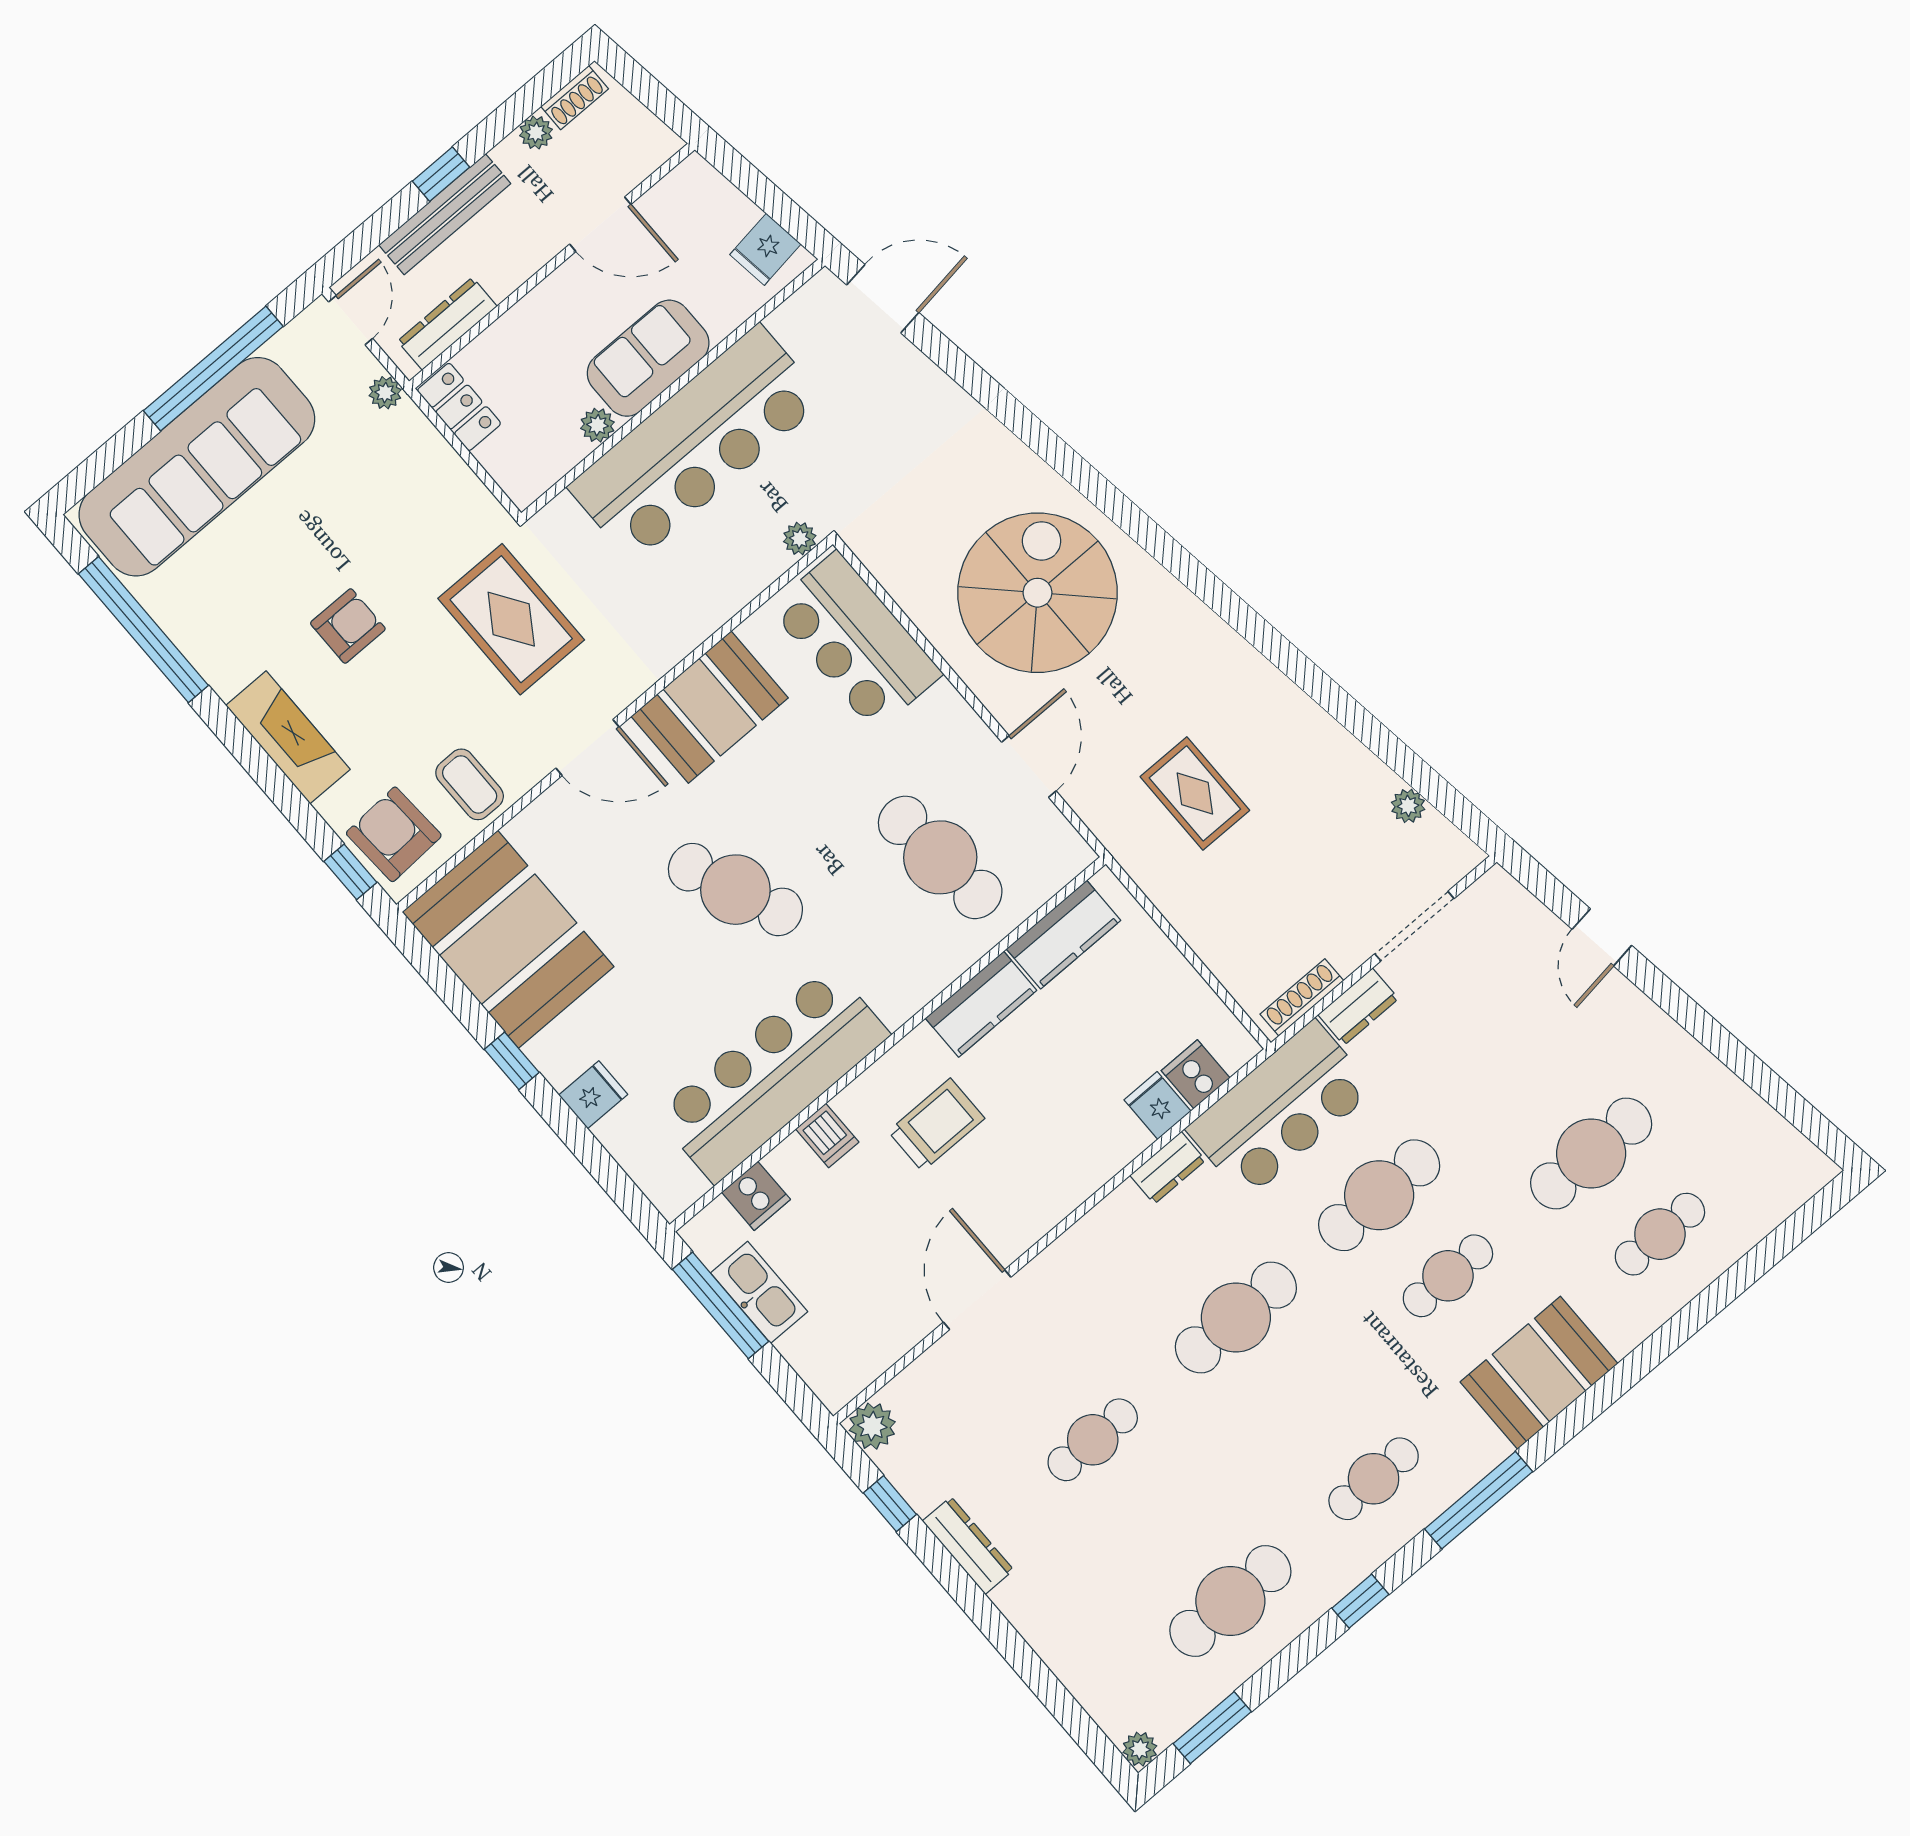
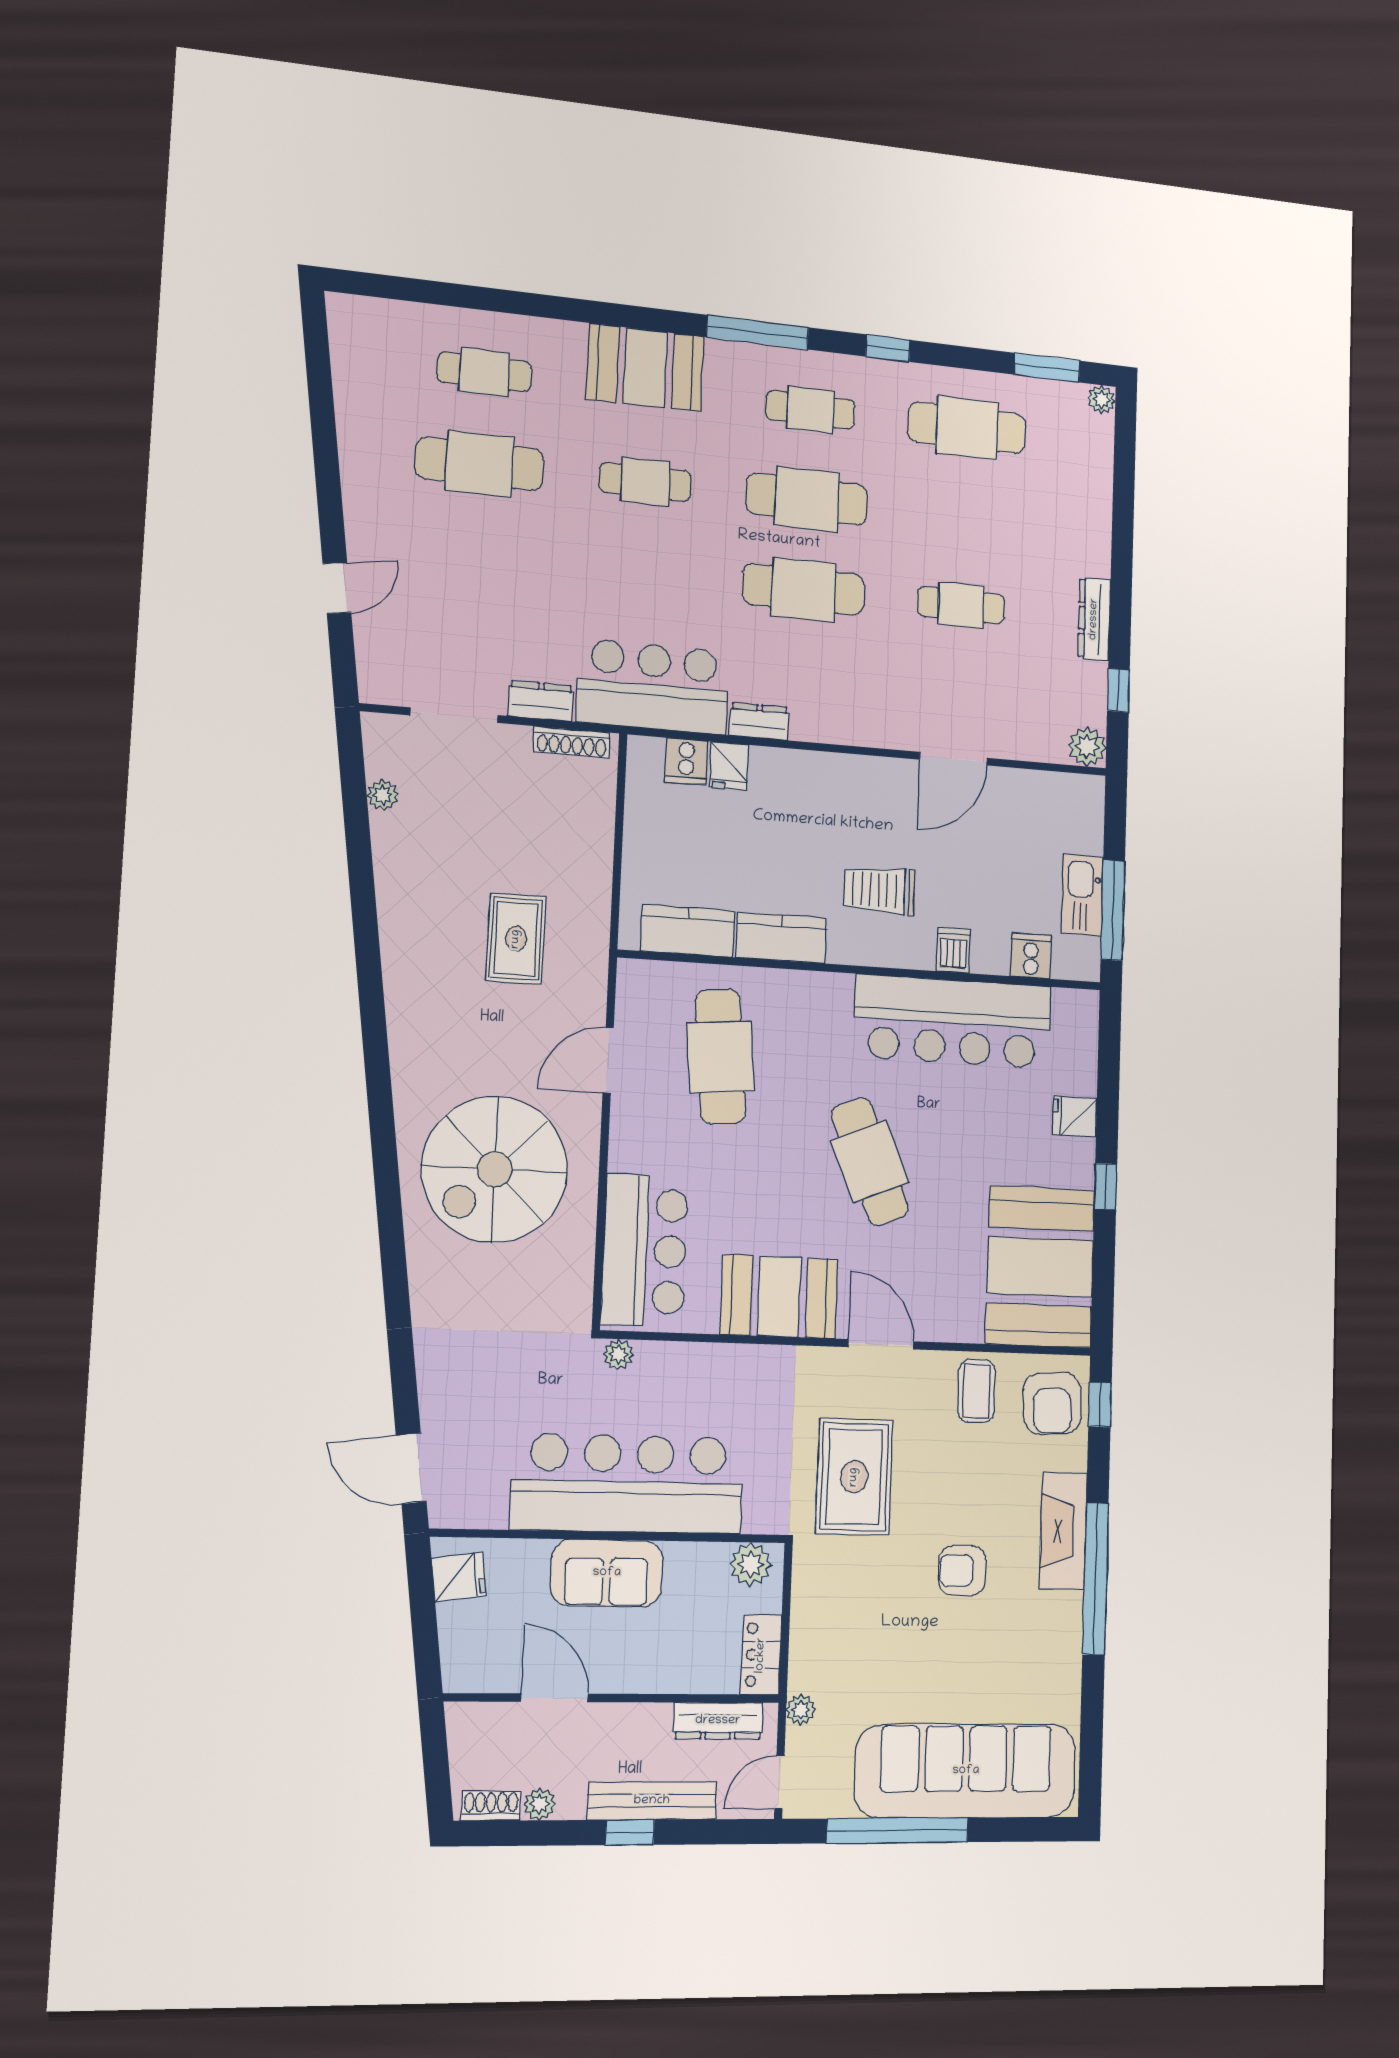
plant: (597, 425) -> (751, 1564), moved, width x1.38, depth x1.38
window: (143, 630) -> (1095, 1579), moved
cafe table: (1379, 1195) -> (807, 499), moved

